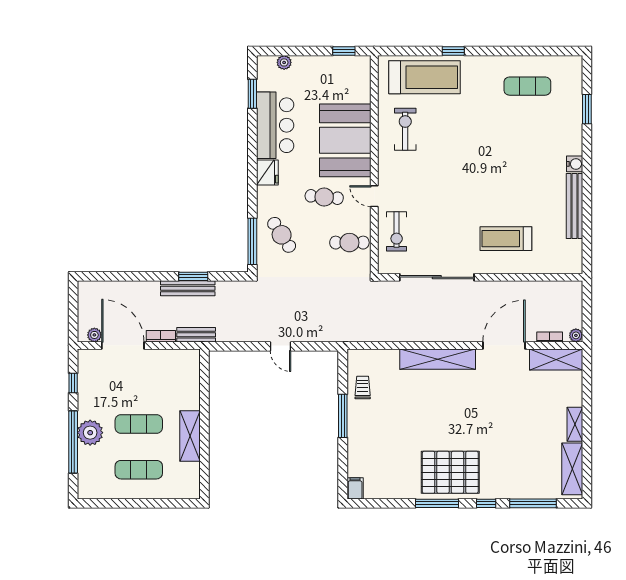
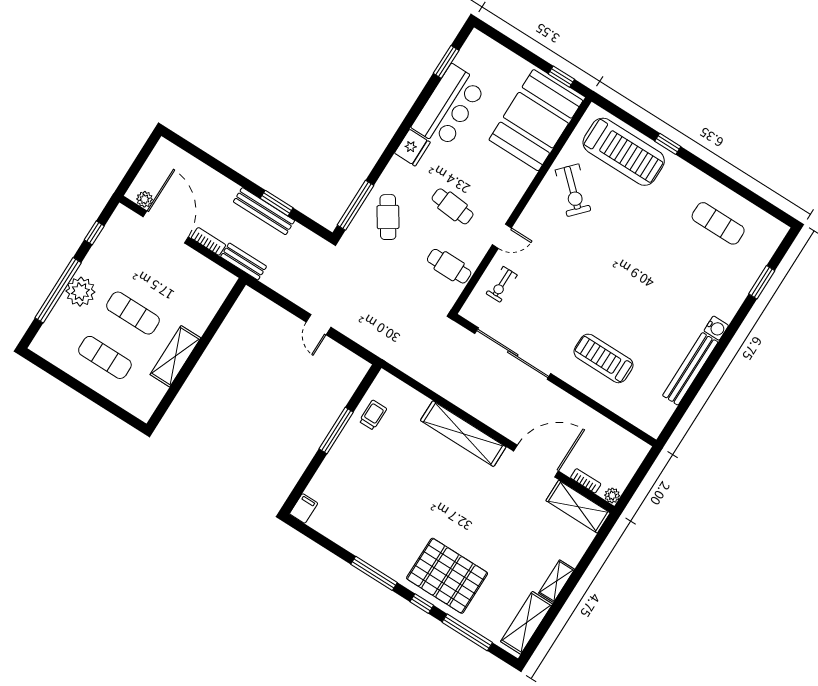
plant: (284, 62) -> (496, 51), removed
exercise bike: (405, 129) -> (573, 190), turned 133
booth: (345, 140) -> (536, 120), moved
door: (374, 196) -> (502, 236), swing flipped
exercise bike: (397, 231) -> (502, 284), width x0.73, depth x0.72
pallet: (450, 472) -> (447, 576), moved

